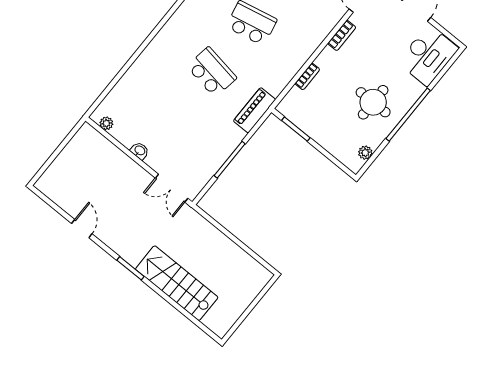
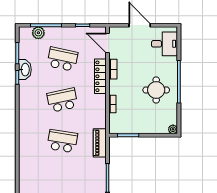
locker: (320, 32) -> (100, 76), added
desk: (428, 55) -> (164, 44), width x0.73
plant: (365, 153) -> (173, 129), moved

